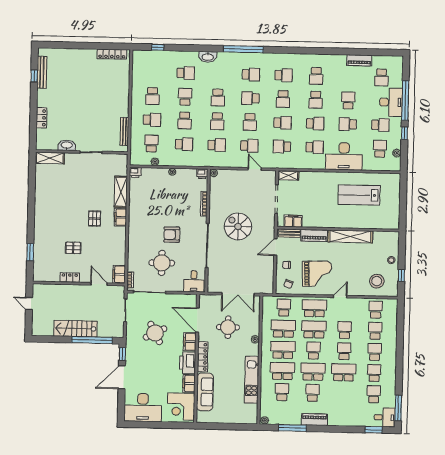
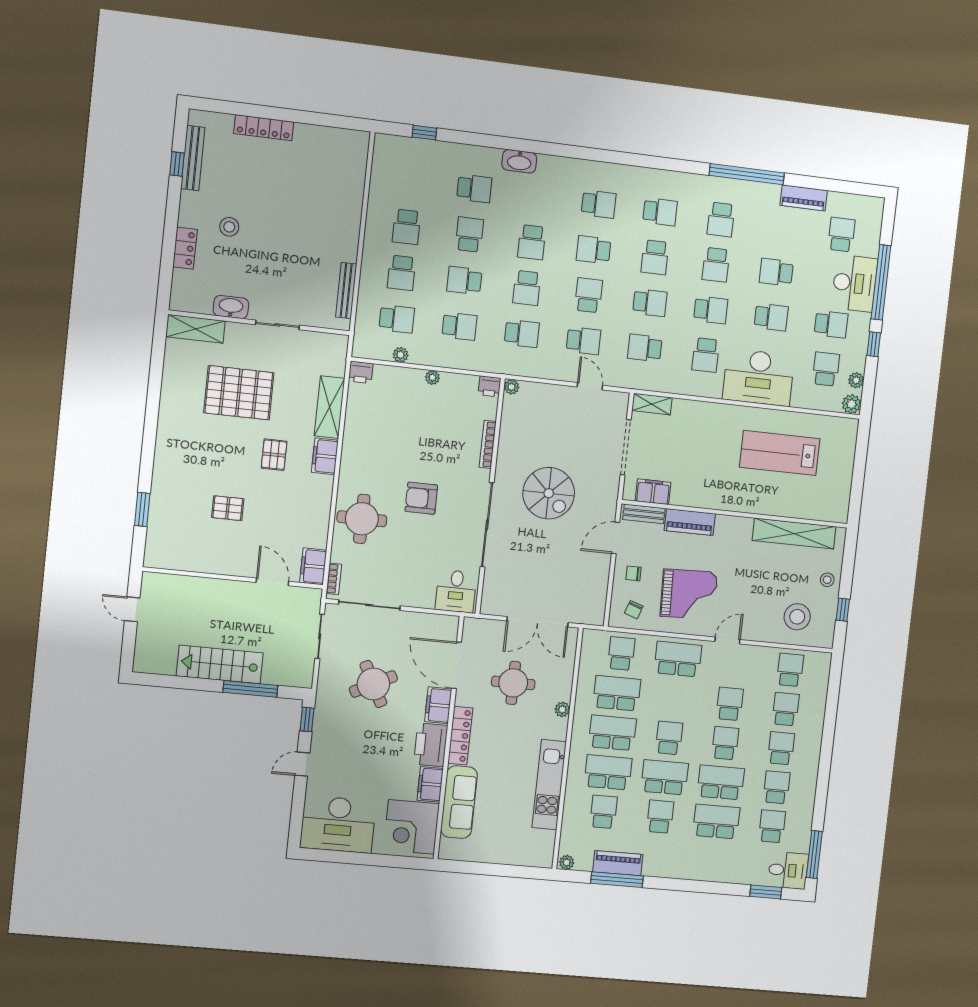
window: (243, 49) -> (747, 174), moved
locker: (112, 54) -> (264, 128), moved
school desk: (381, 77) -> (841, 235), turned 180
school desk: (348, 100) -> (776, 272), turned -90
stool: (63, 105) -> (229, 227), added
school desk: (152, 120) -> (402, 273), turned 90
school desk: (185, 121) -> (464, 280), turned 90
school desk: (250, 122) -> (589, 295), turned 180
school desk: (348, 124) -> (771, 317), turned 180
school desk: (151, 144) -> (397, 319), turned 90
school desk: (315, 147) -> (706, 355), turned 90
plant: (396, 166) -> (852, 404), added
pallet: (74, 189) -> (239, 393), added
spiral stairs: (238, 226) -> (549, 493), turned 180
shelving: (350, 236) -> (794, 533), moved
round table: (162, 263) -> (362, 519), moved
locker: (70, 278) -> (216, 565), removed
school desk: (314, 329) -> (716, 822), moved
window: (92, 340) -> (250, 689), width x0.68
door: (122, 377) -> (302, 764), width x0.53
piano: (314, 420) -> (618, 863), moved

